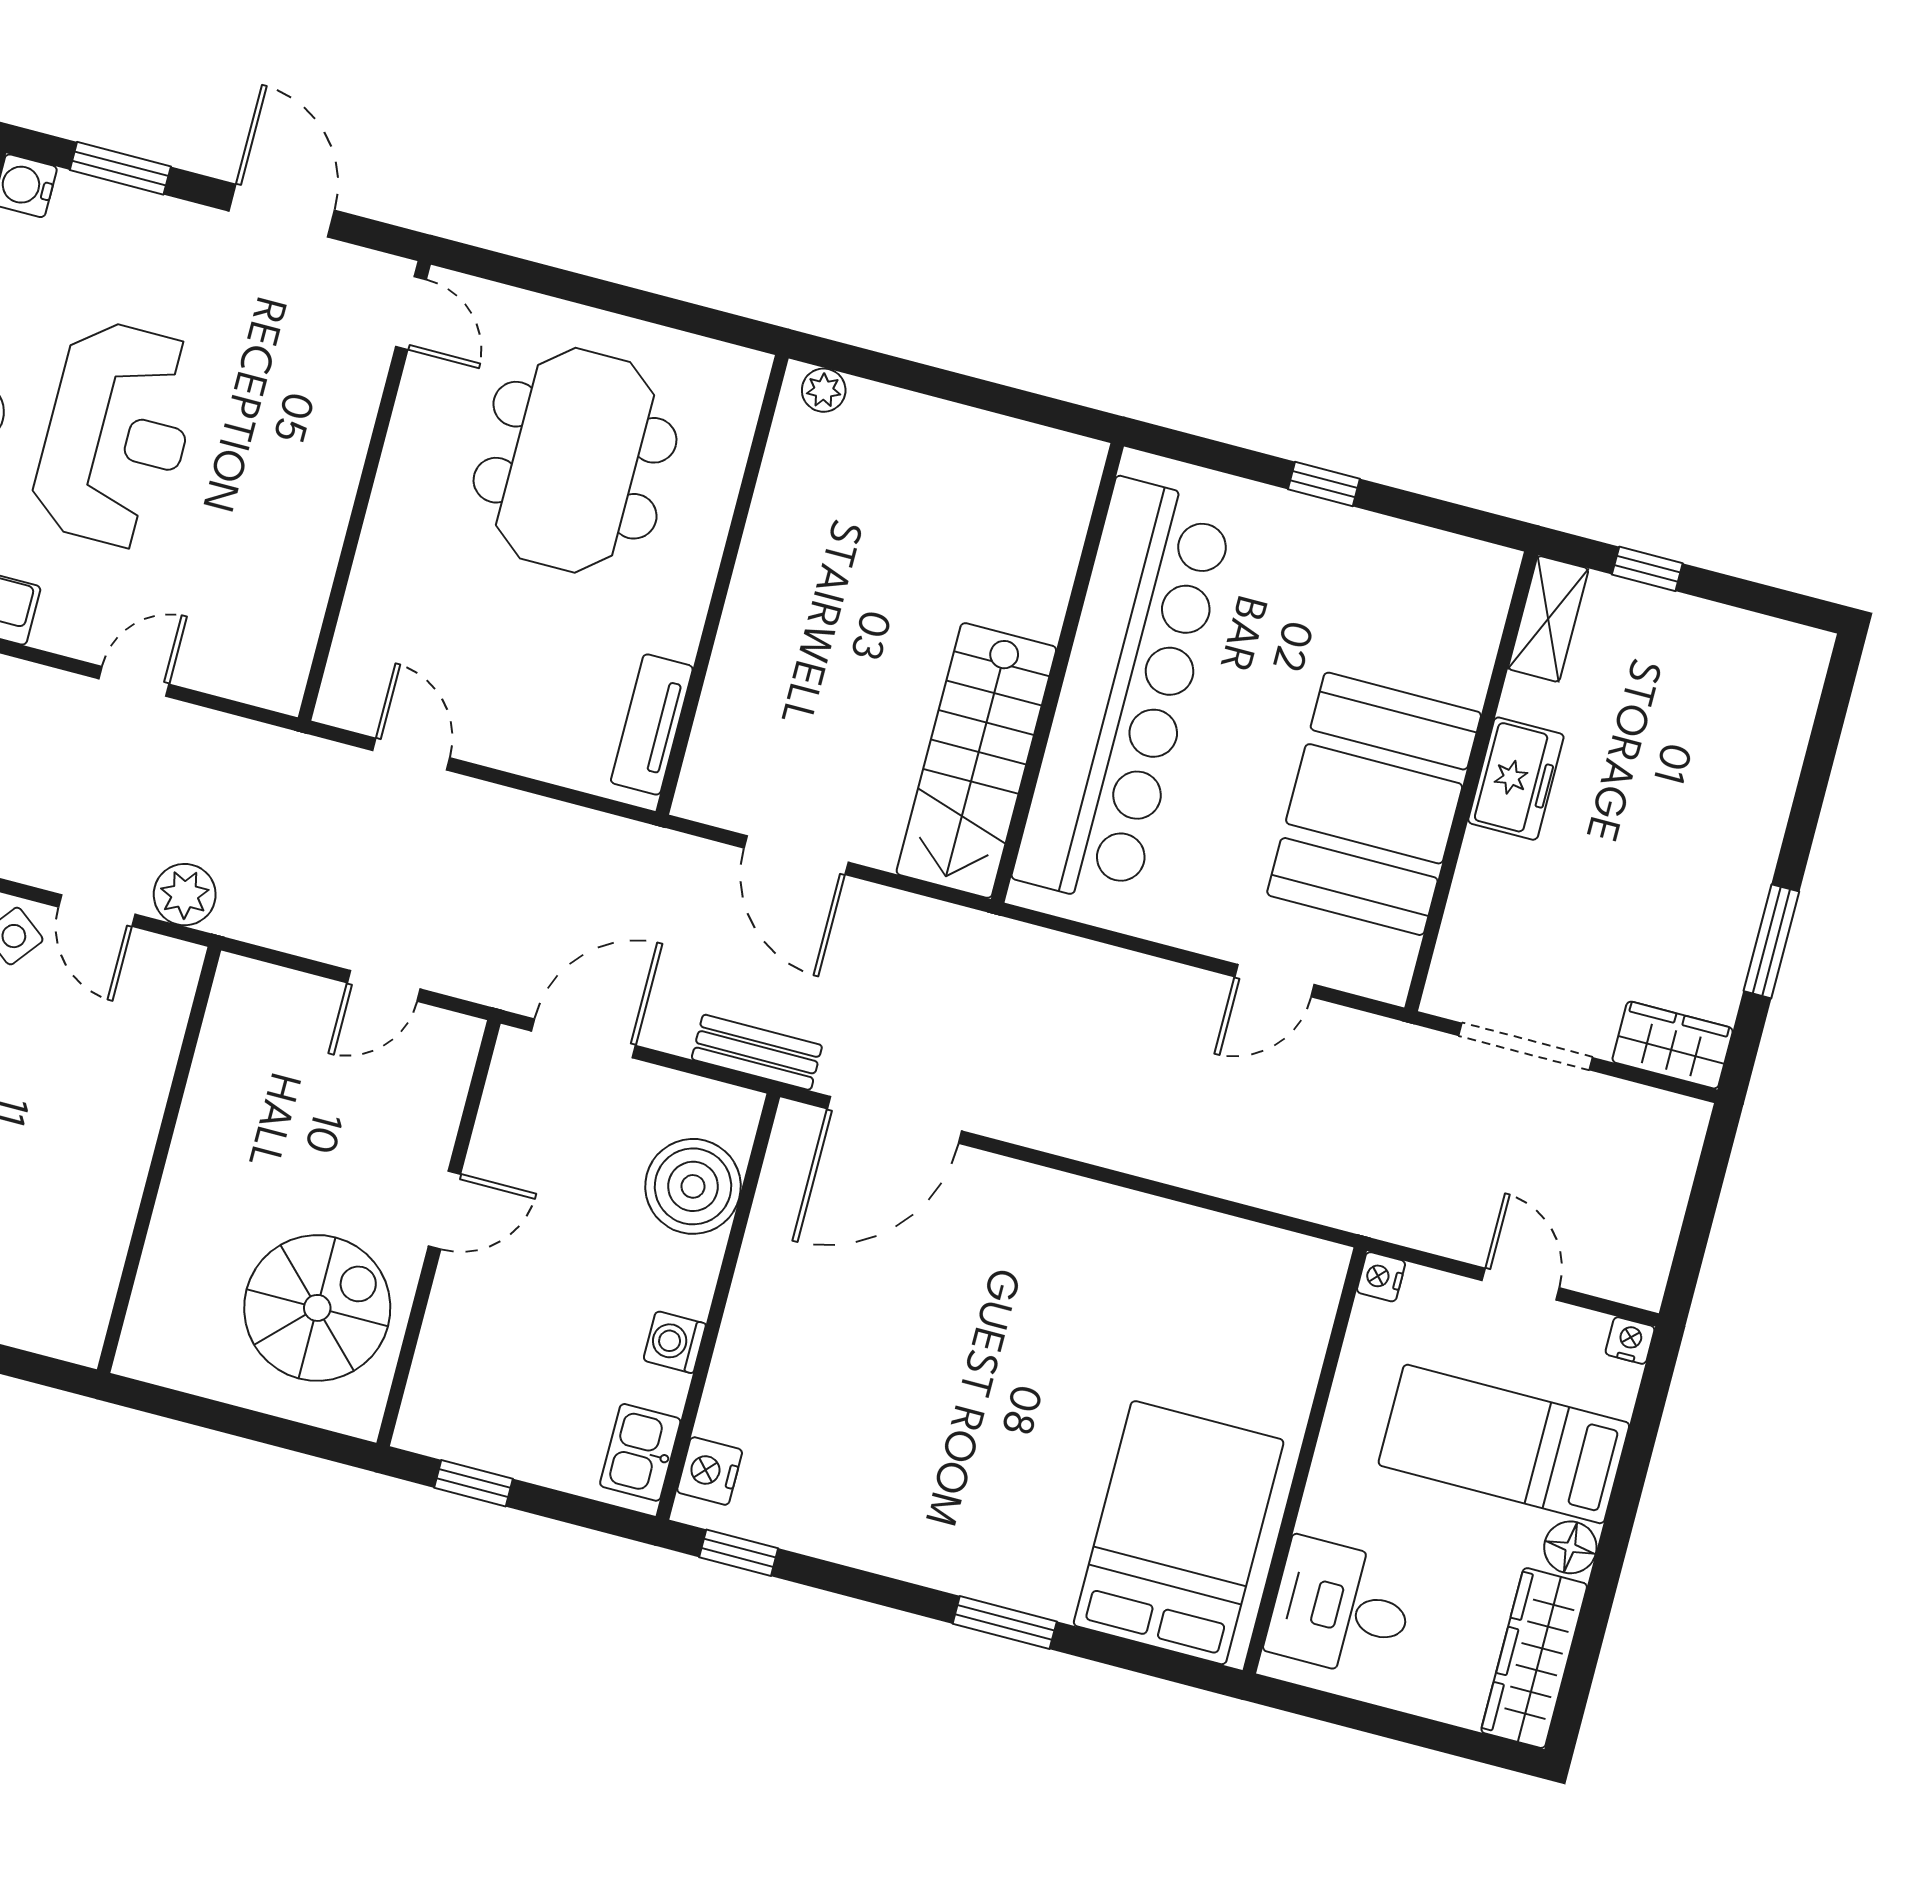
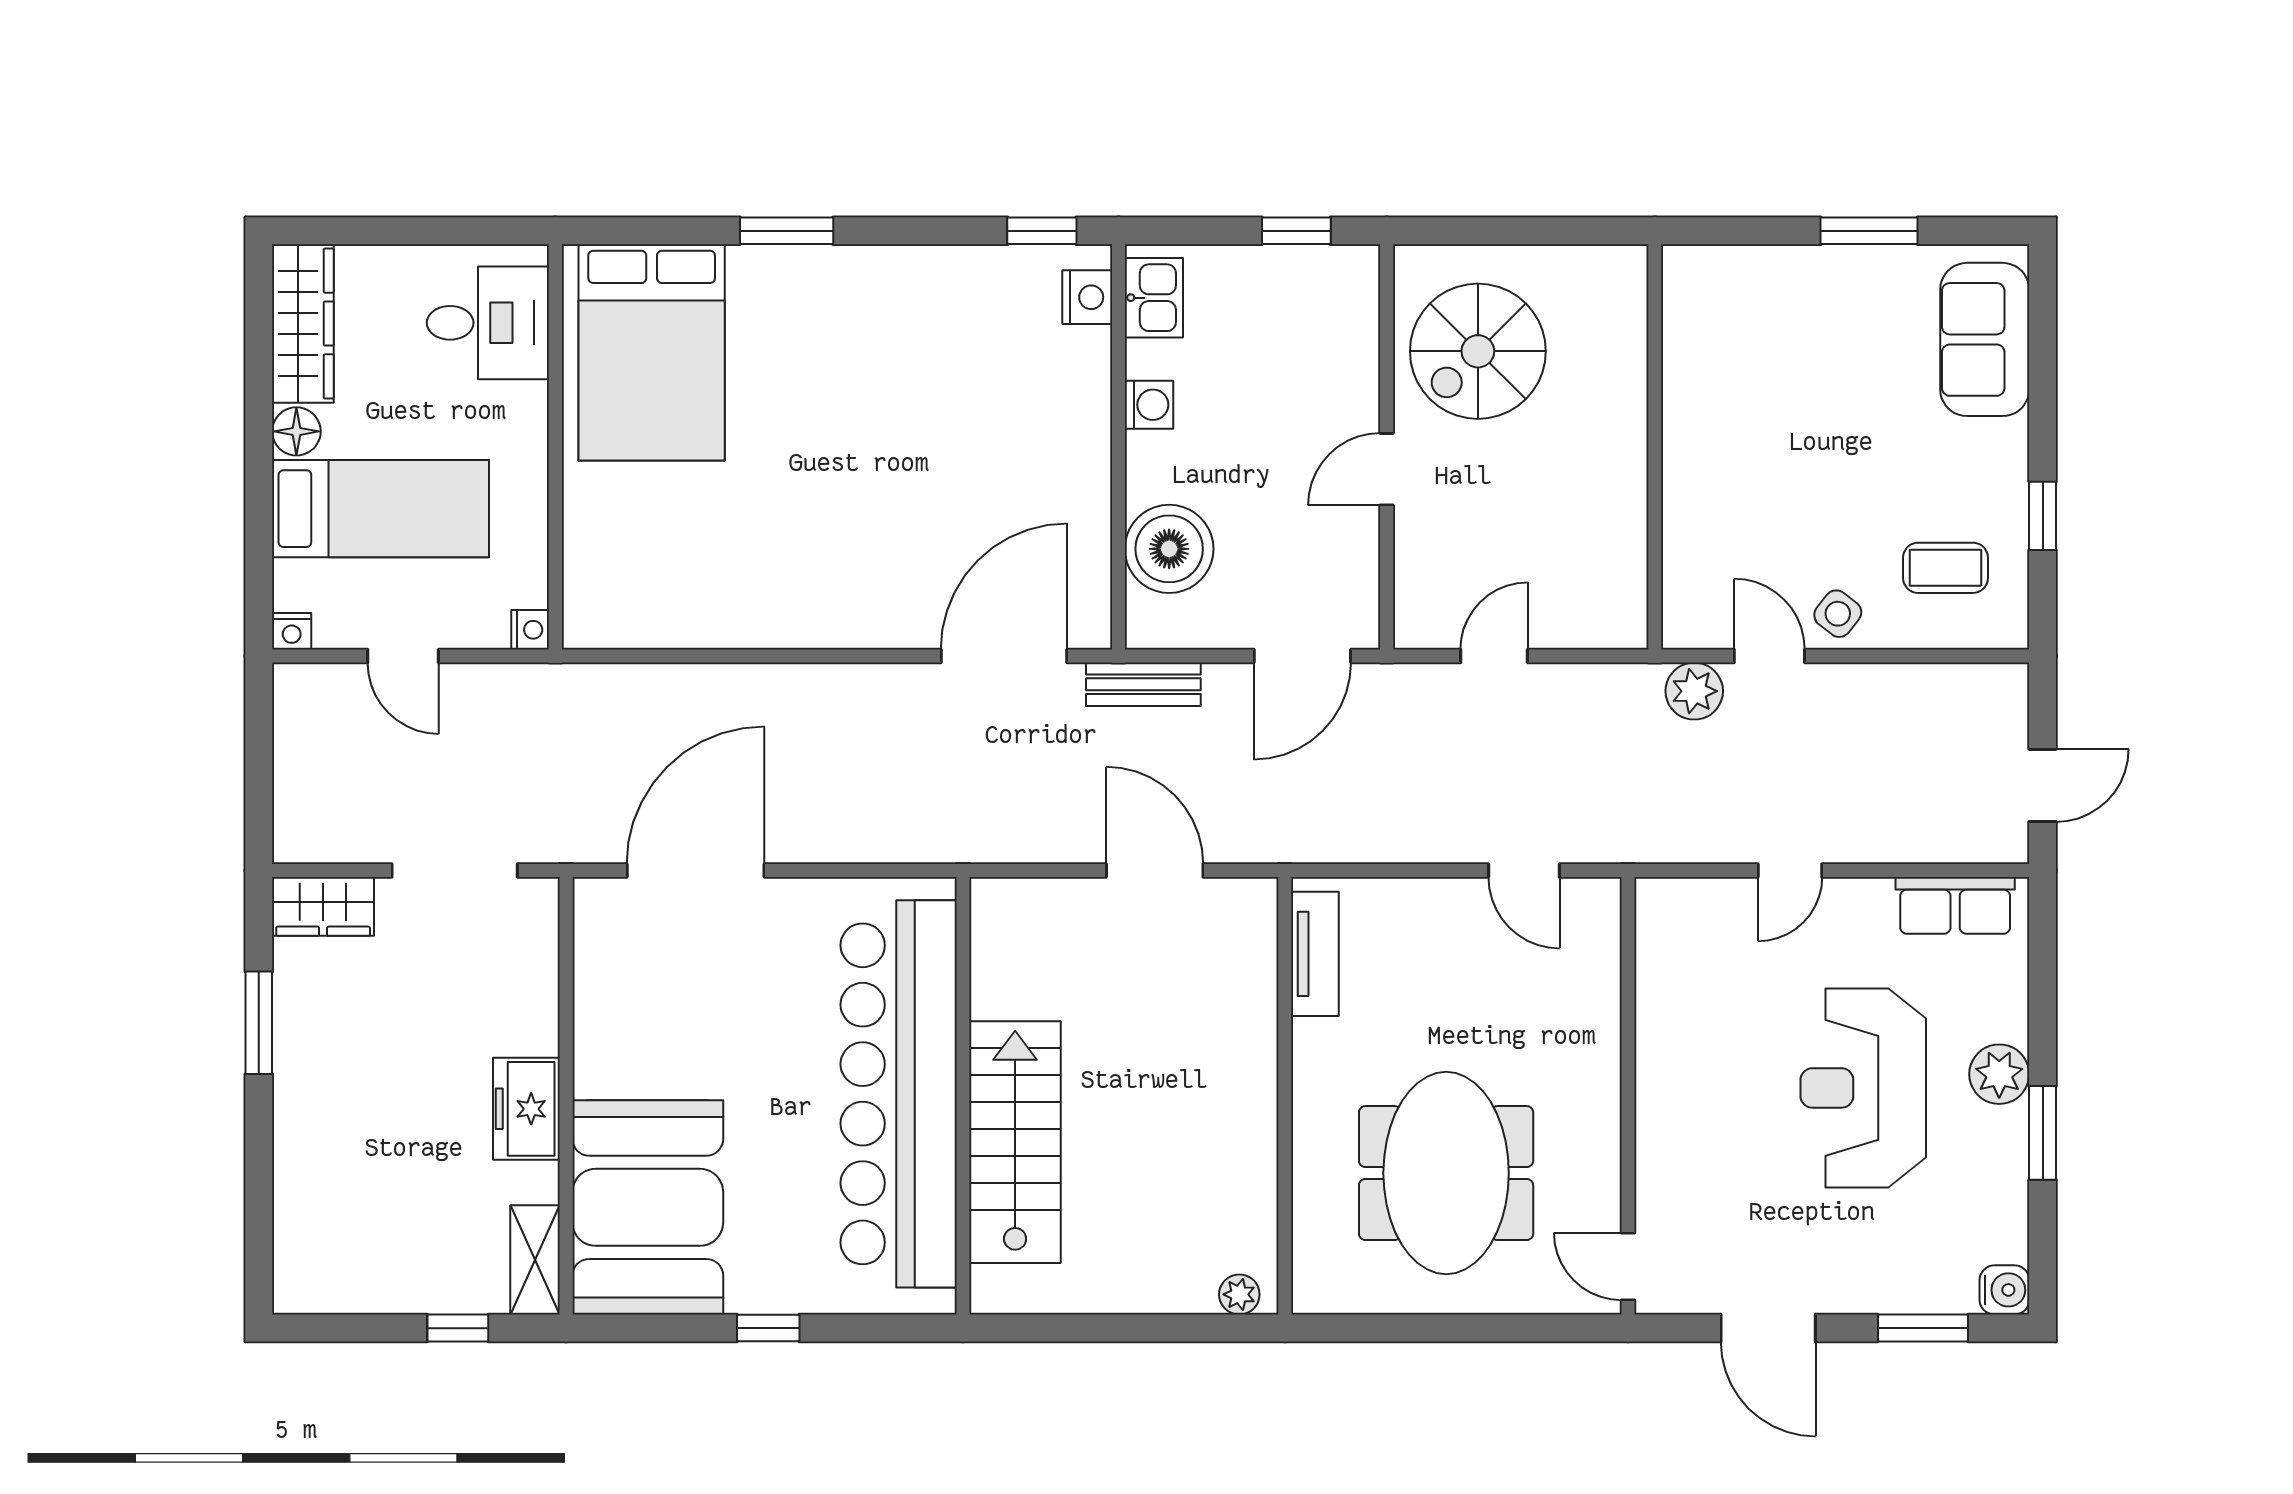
stairs: (976, 760) -> (1015, 1142), moved
booth: (1374, 804) -> (648, 1207), moved
door: (1274, 981) -> (696, 871), width x1.87

